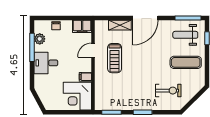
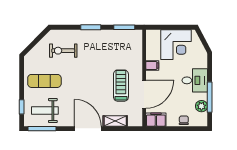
door: (145, 18) -> (88, 129), hinge flipped
weight bench: (185, 35) -> (45, 111), turned 180
door: (93, 50) -> (144, 94), width x1.88
corner desk: (77, 96) -> (176, 45), moved, turned 90

